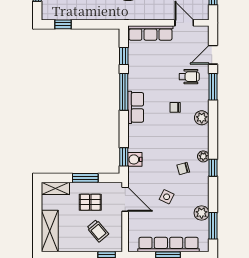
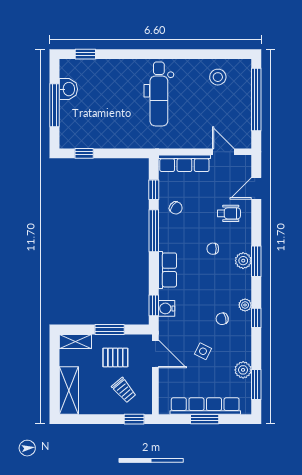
chair: (143, 72) -> (176, 208), added
window: (213, 87) -> (256, 261), moved
row of seats: (136, 107) -> (167, 270), moved

